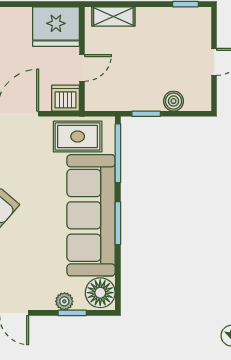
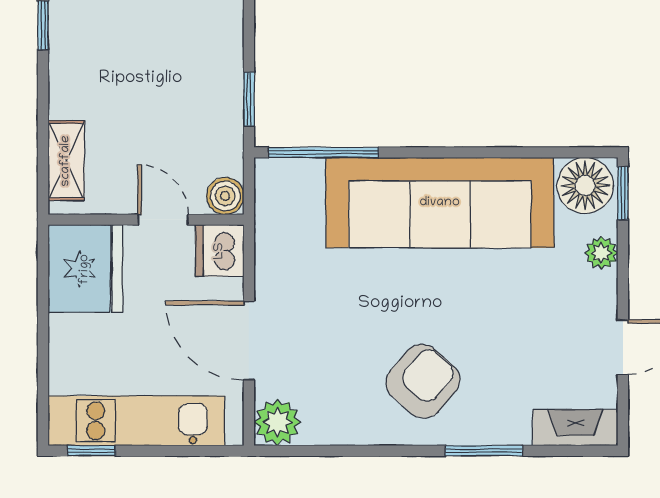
boiler: (173, 101) -> (225, 196), moved
rug: (78, 136) -> (292, 228), removed
window: (118, 223) -> (455, 152), removed
window: (72, 313) -> (623, 193), moved

